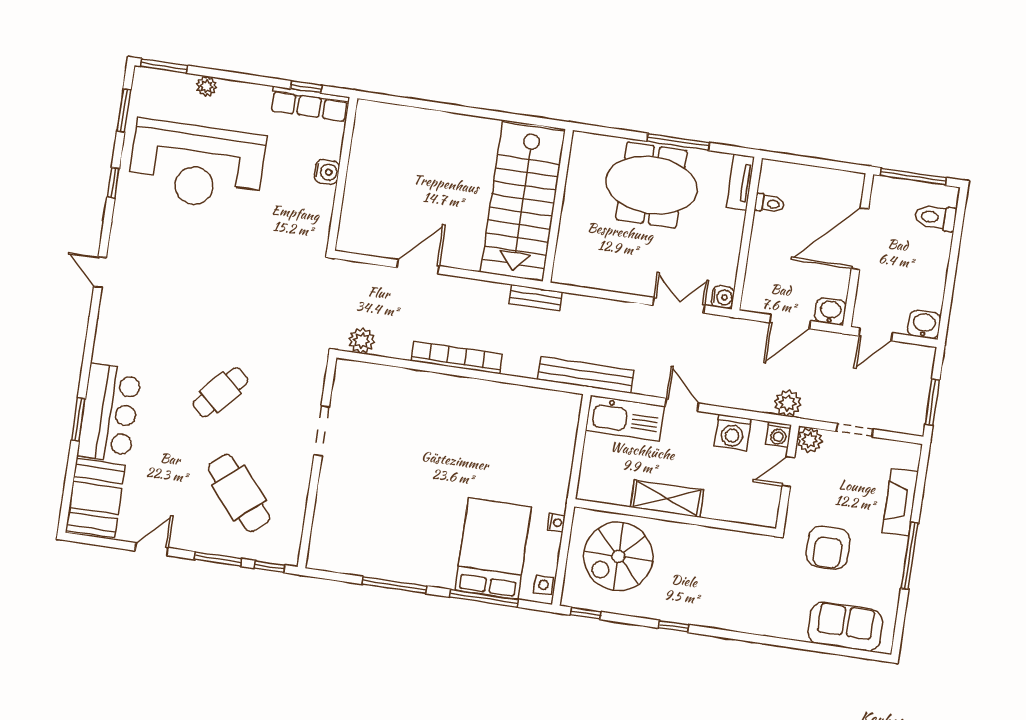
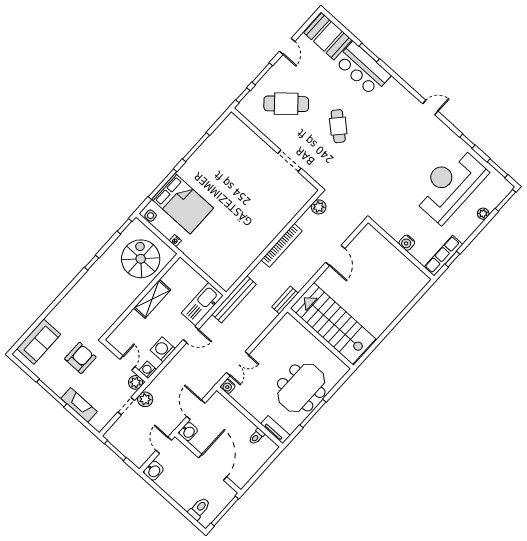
plant: (788, 403) -> (145, 399), moved
armchair: (828, 548) -> (80, 358), turned 90

